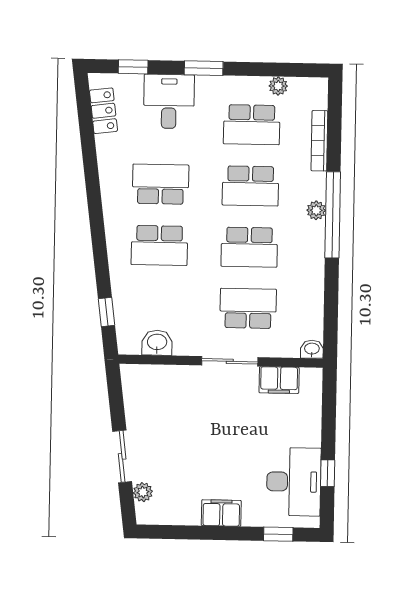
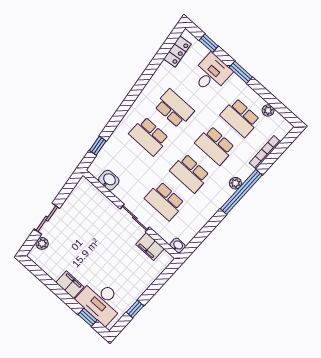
school desk: (248, 308) -> (165, 201), turned 180
desk: (294, 482) -> (101, 301), moved, turned 90

